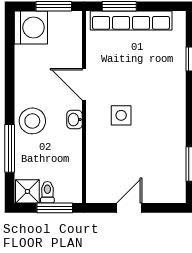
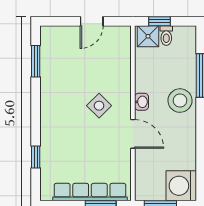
side table: (121, 115) -> (99, 106), turned 45
shower: (27, 191) -> (148, 36), moved
window: (55, 208) -> (160, 21), width x0.67

